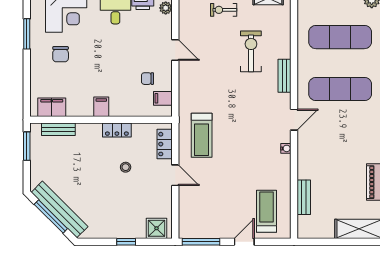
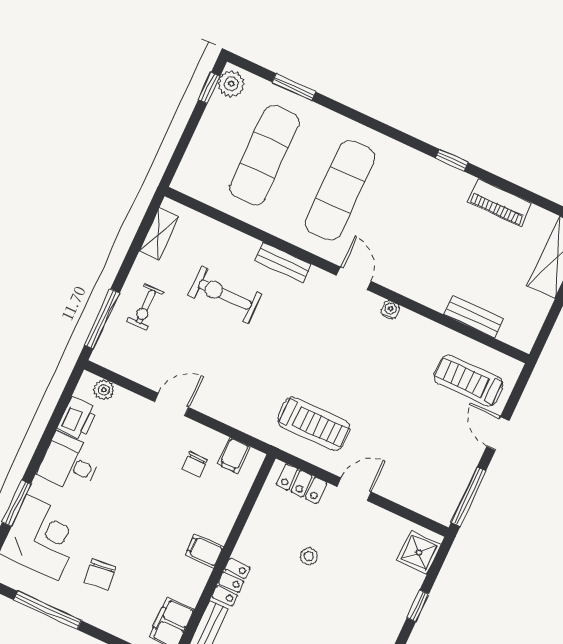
window: (27, 34) -> (48, 610), width x1.44
chair: (61, 54) -> (100, 575), turned 83
locker: (117, 130) -> (231, 582), moved

